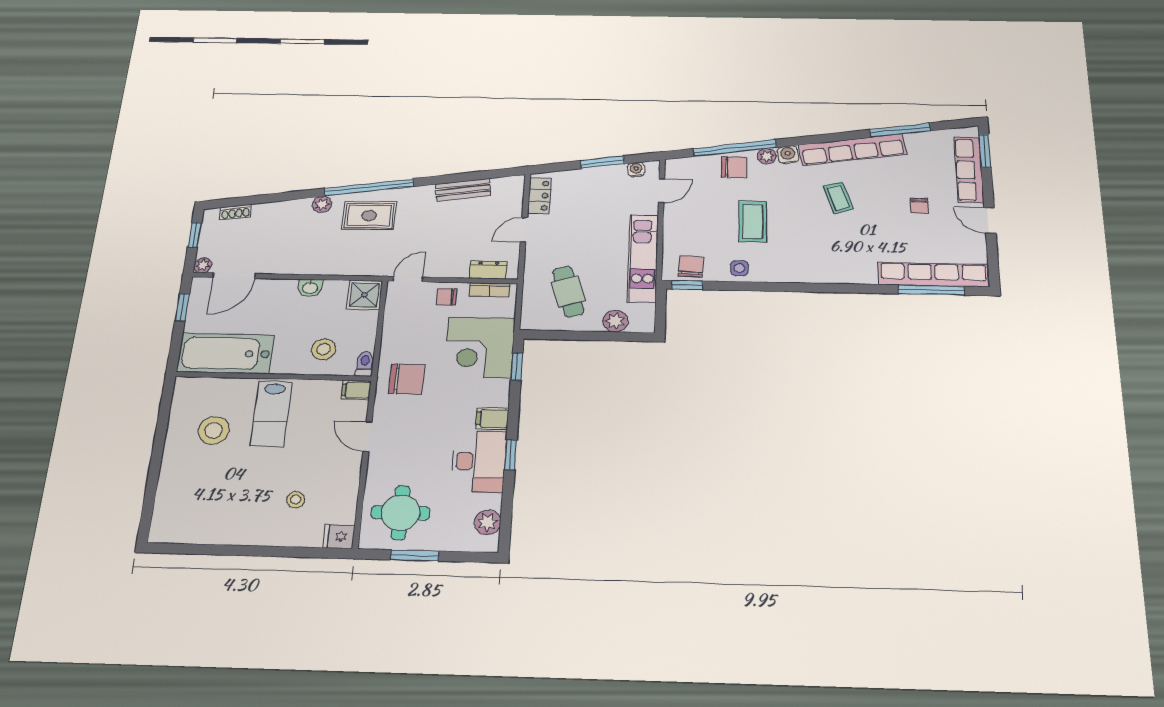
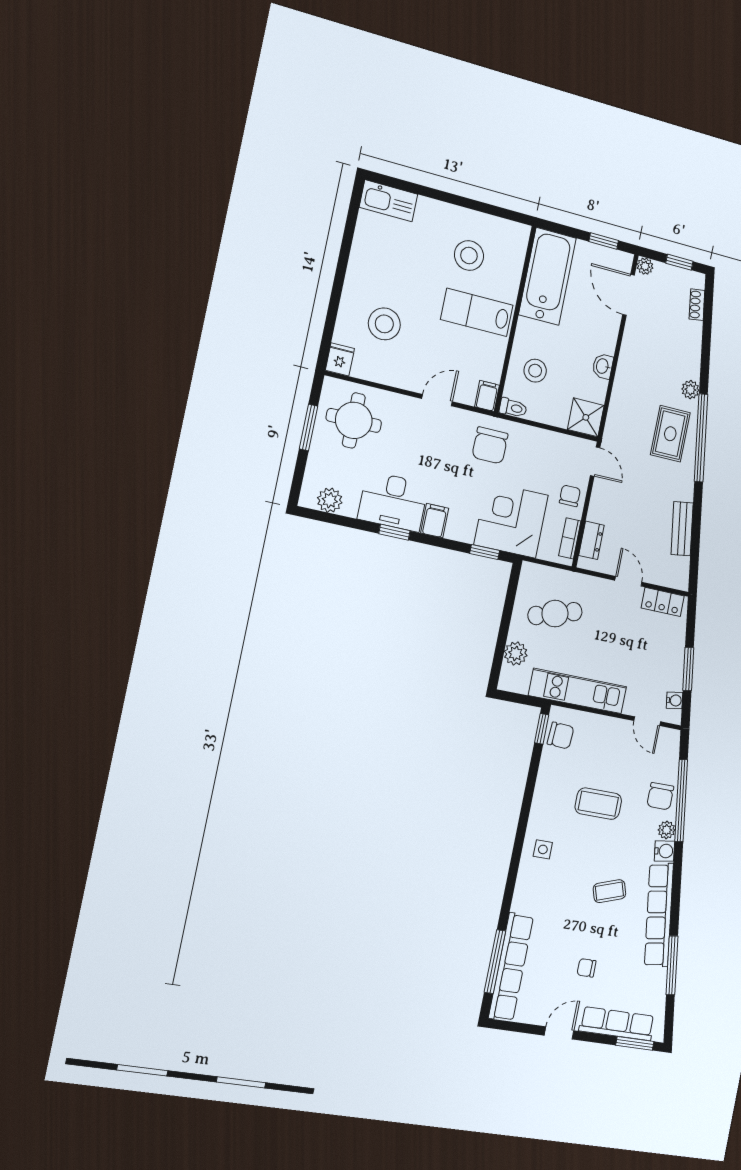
side table: (739, 268) -> (543, 849), moved
stool: (296, 500) -> (384, 324), width x1.89, depth x1.89
kitchen sink: (166, 516) -> (388, 201), added

